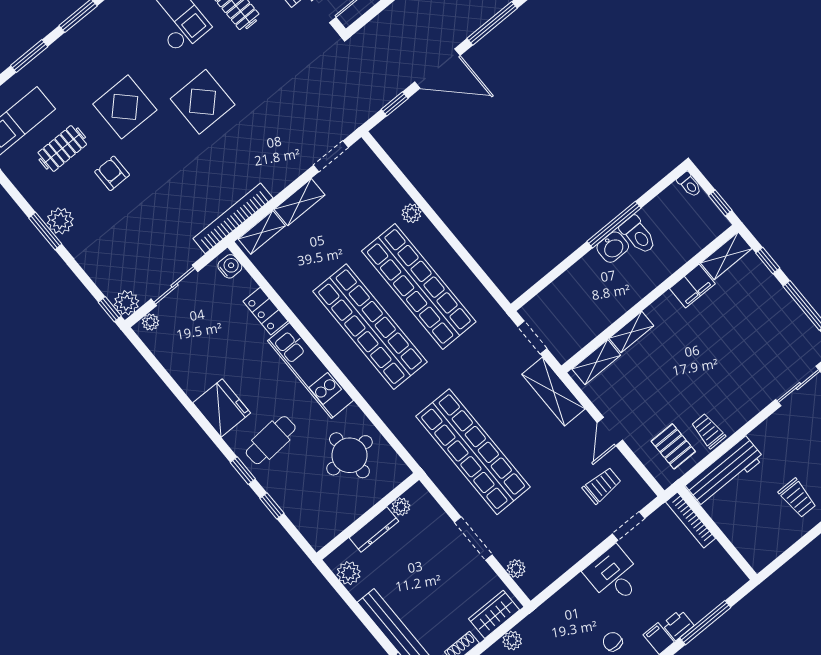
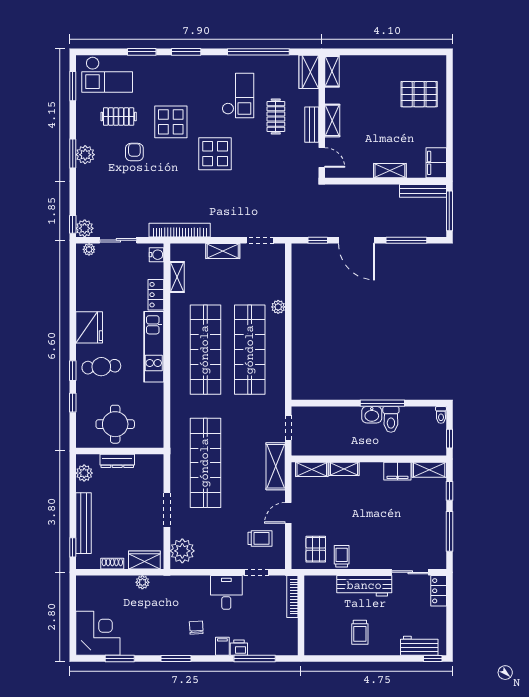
shelving: (262, 232) -> (177, 277), moved, turned 90
round table: (349, 455) -> (115, 424), moved
workbench: (725, 472) -> (364, 586), moved
plant: (401, 507) -> (142, 461), removed
plant: (516, 569) -> (182, 551), width x1.87, depth x1.87

